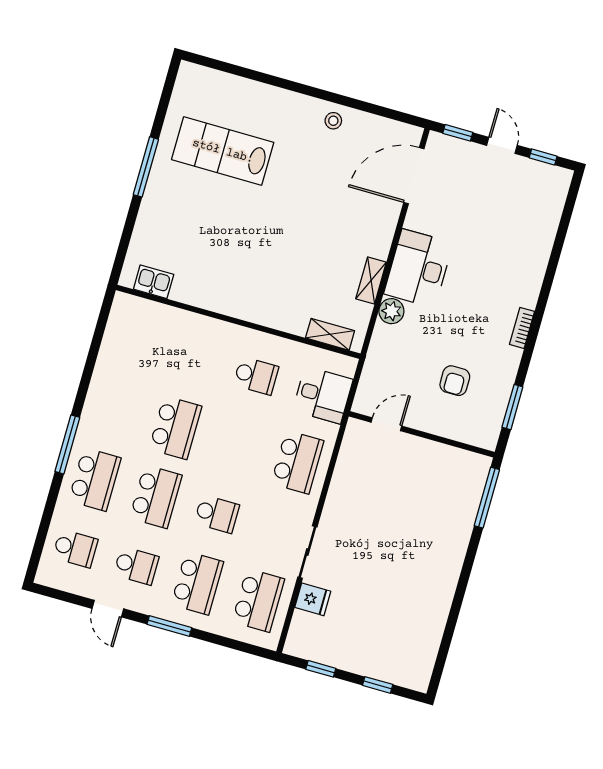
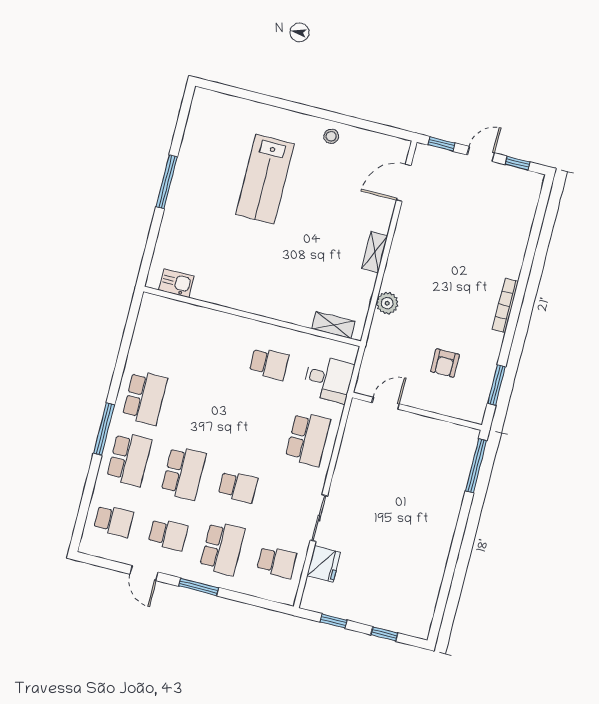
door: (502, 145) -> (481, 154), hinge flipped
lab bench: (223, 151) -> (265, 179), moved, turned -90
door: (414, 176) -> (404, 183), width x0.73
desk: (418, 268) -> (410, 265), removed
shelving: (371, 281) -> (375, 252), moved
bookcase: (522, 328) -> (505, 305), width x1.56
school desk: (175, 428) -> (145, 398), moved
fridge: (313, 599) -> (324, 564), width x1.38
school desk: (258, 600) -> (277, 562), width x0.54

